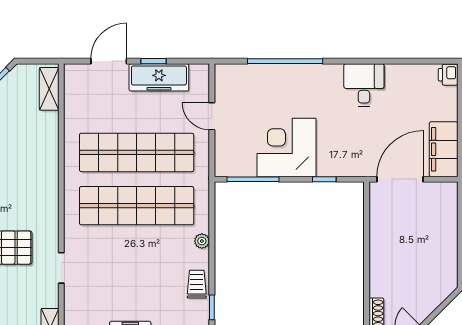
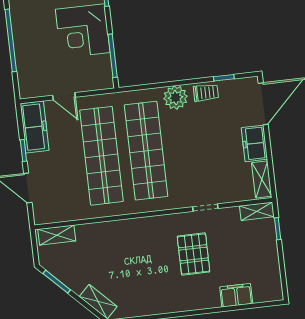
freezer: (159, 77) -> (35, 127), moved
door: (212, 116) -> (64, 96), hinge flipped
plant: (202, 241) -> (176, 98), width x1.87, depth x1.87
trolley: (197, 284) -> (206, 93), turned 180

